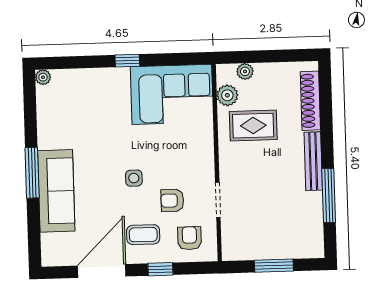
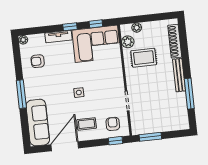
window: (174, 59) -> (96, 24), added
tv unit: (106, 76) -> (58, 37), added
sofa: (56, 191) -> (38, 123), moved
armchair: (172, 200) -> (38, 61), moved
window: (274, 266) -> (150, 137), moved
window: (160, 269) -> (115, 141), moved

